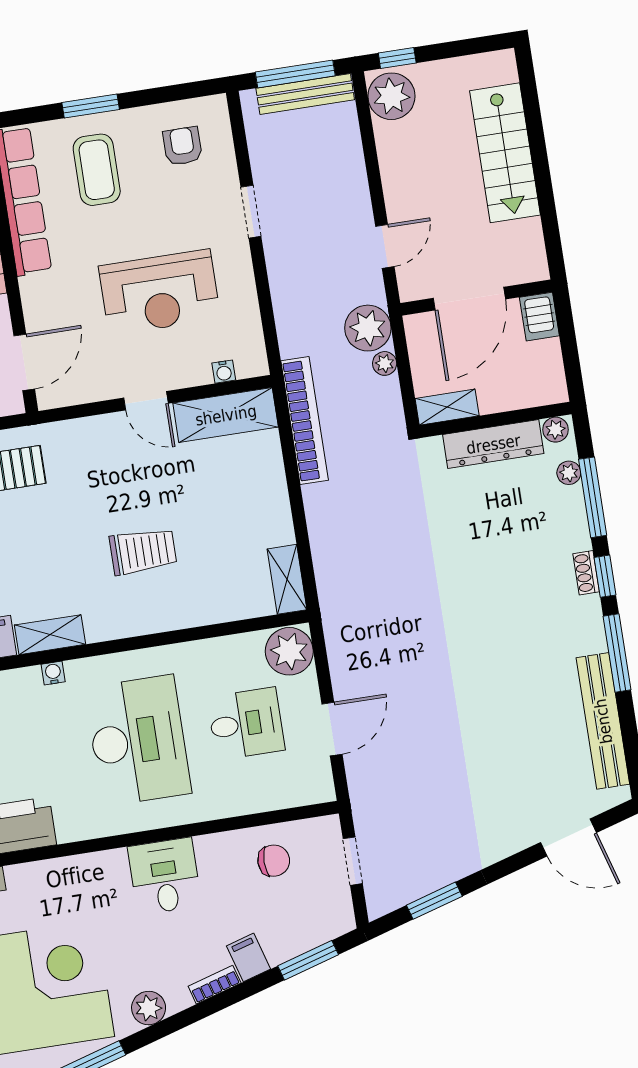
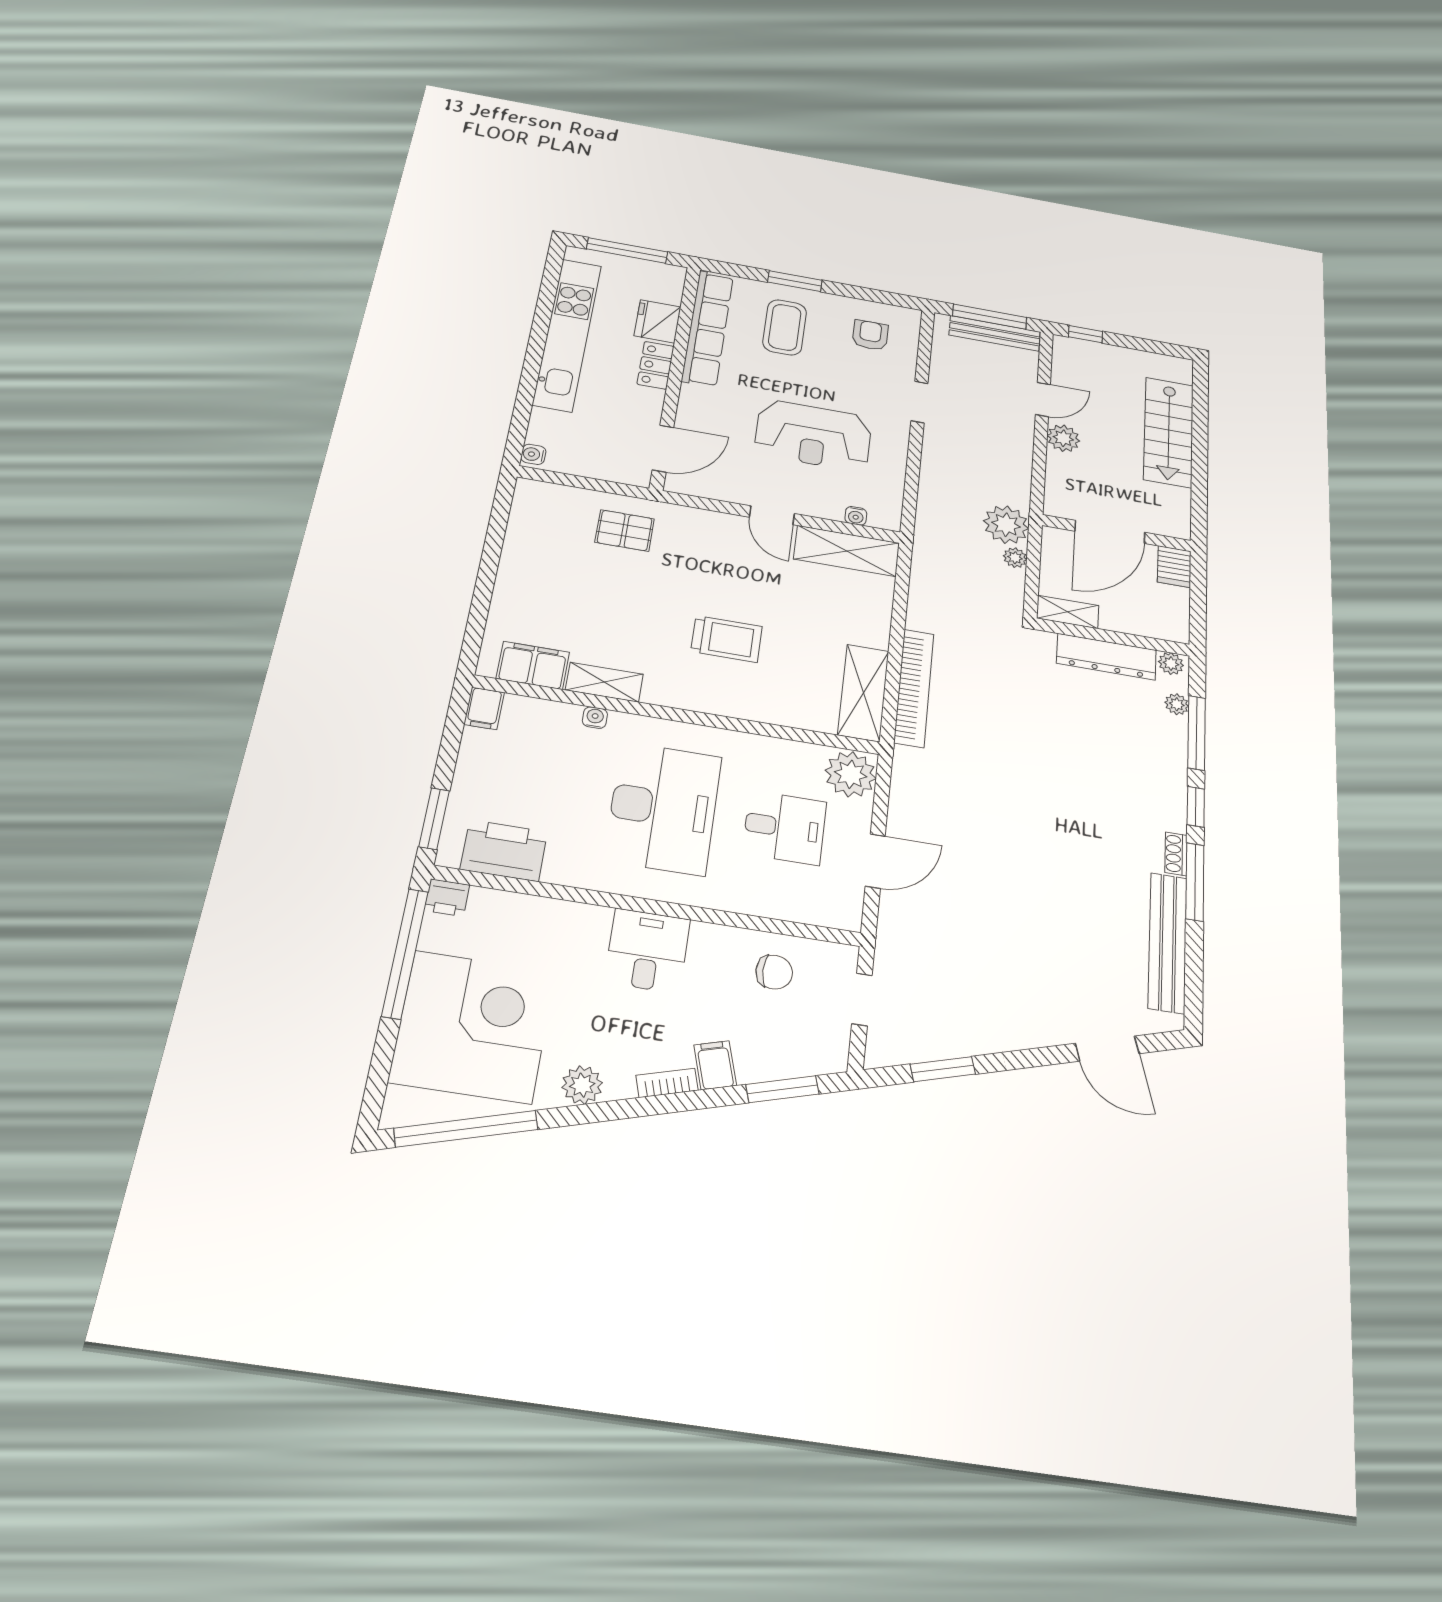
plant: (391, 96) -> (1063, 438), moved, width x0.73, depth x0.73
door: (385, 246) -> (1043, 399), moved
bookcase: (305, 420) -> (914, 688), moved
shoe rack: (586, 573) -> (1176, 854), moved
shelving: (287, 579) -> (863, 693), width x1.50, depth x1.33

